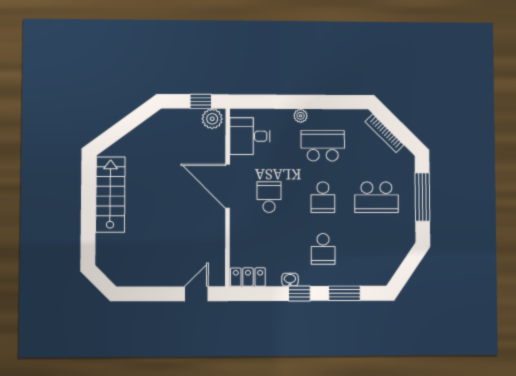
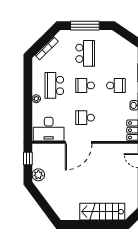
plant: (212, 119) -> (38, 175), moved
desk: (250, 136) -> (49, 129), width x1.37
stairs: (110, 194) -> (102, 212), moved
school desk: (323, 197) -> (85, 85), turned 180

